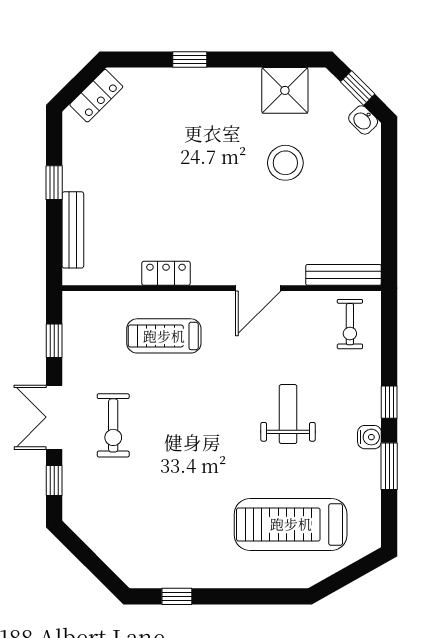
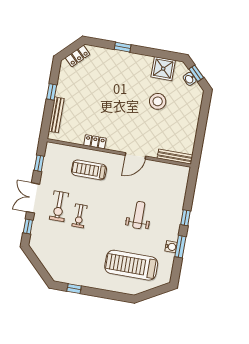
washbasin: (363, 120) -> (190, 79), moved
exercise bike: (350, 324) -> (79, 216), moved
water cooler: (369, 437) -> (171, 247), moved

